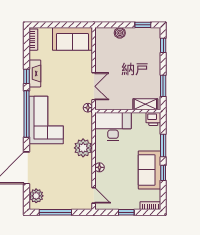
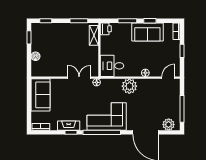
desk: (113, 127) -> (112, 66), width x0.73

